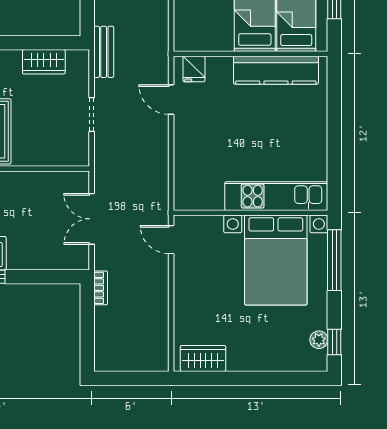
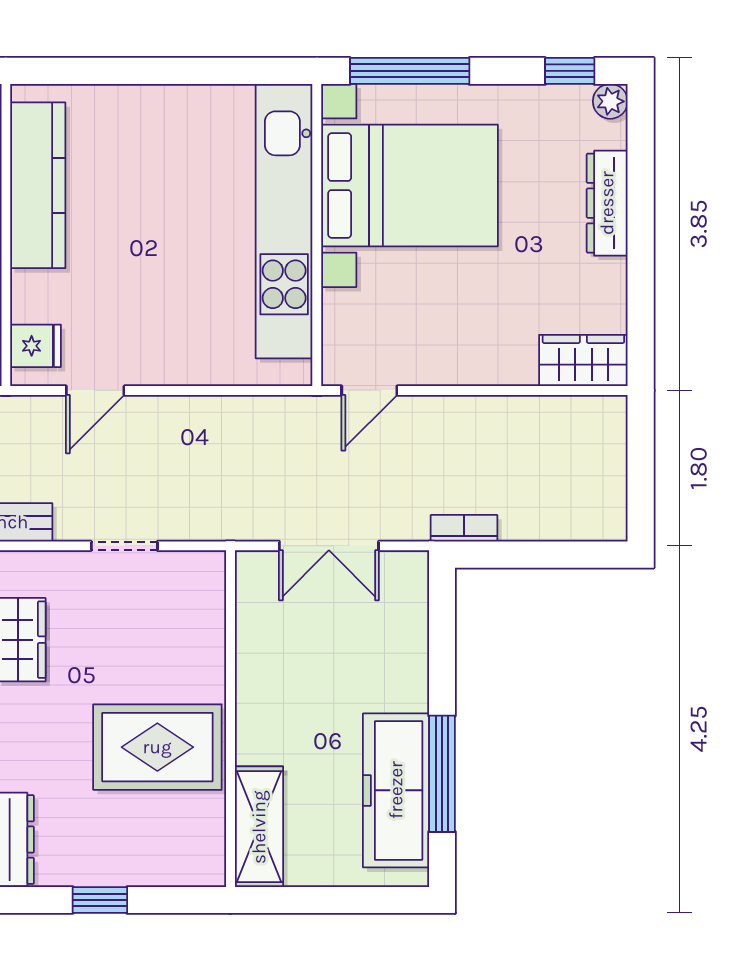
kitchen unit: (276, 196) -> (284, 221), width x1.36
plant: (319, 340) -> (610, 101), moved
wardrobe: (203, 358) -> (583, 360), moved, turned 90
dresser: (267, 361) -> (607, 203), added

